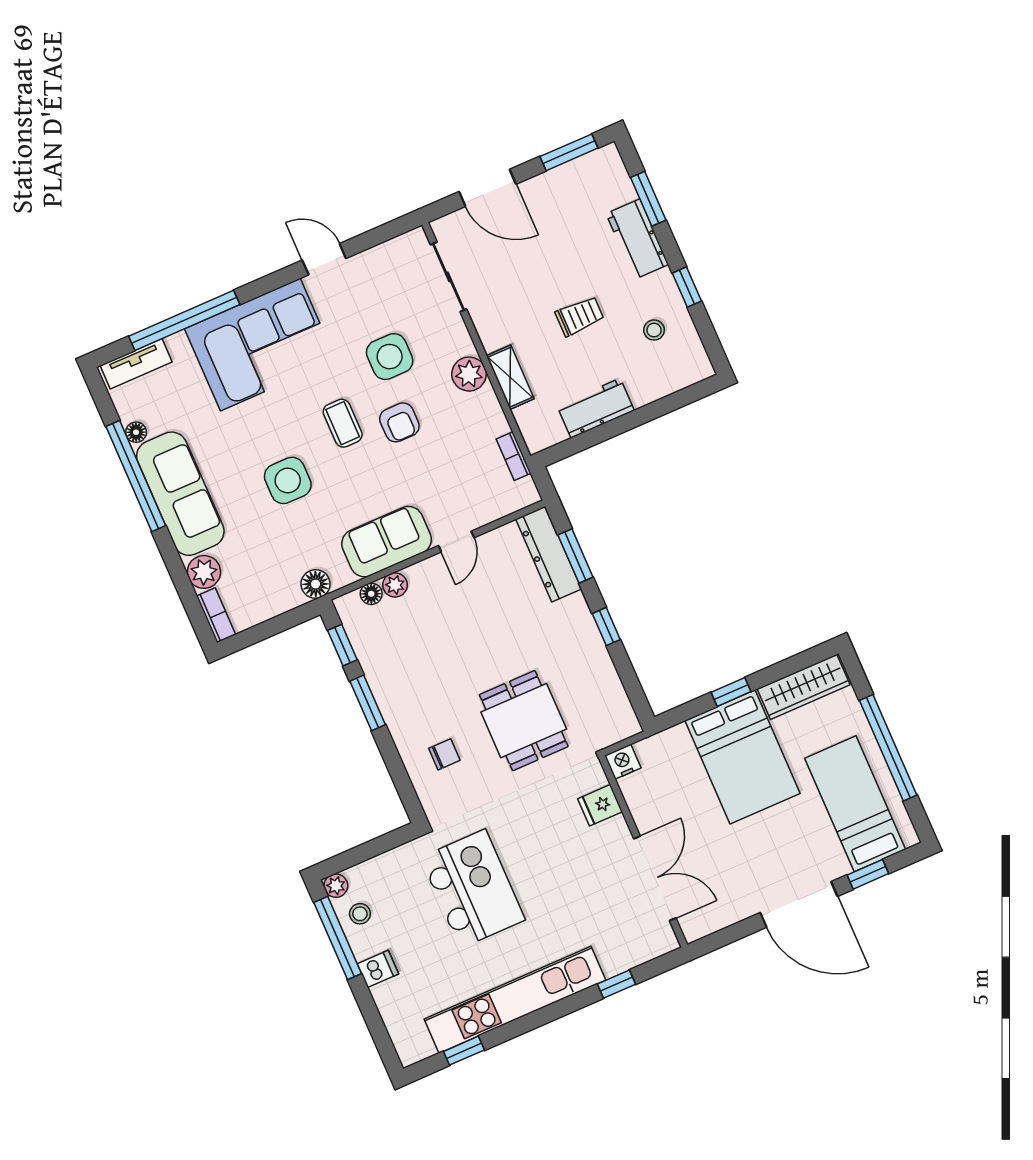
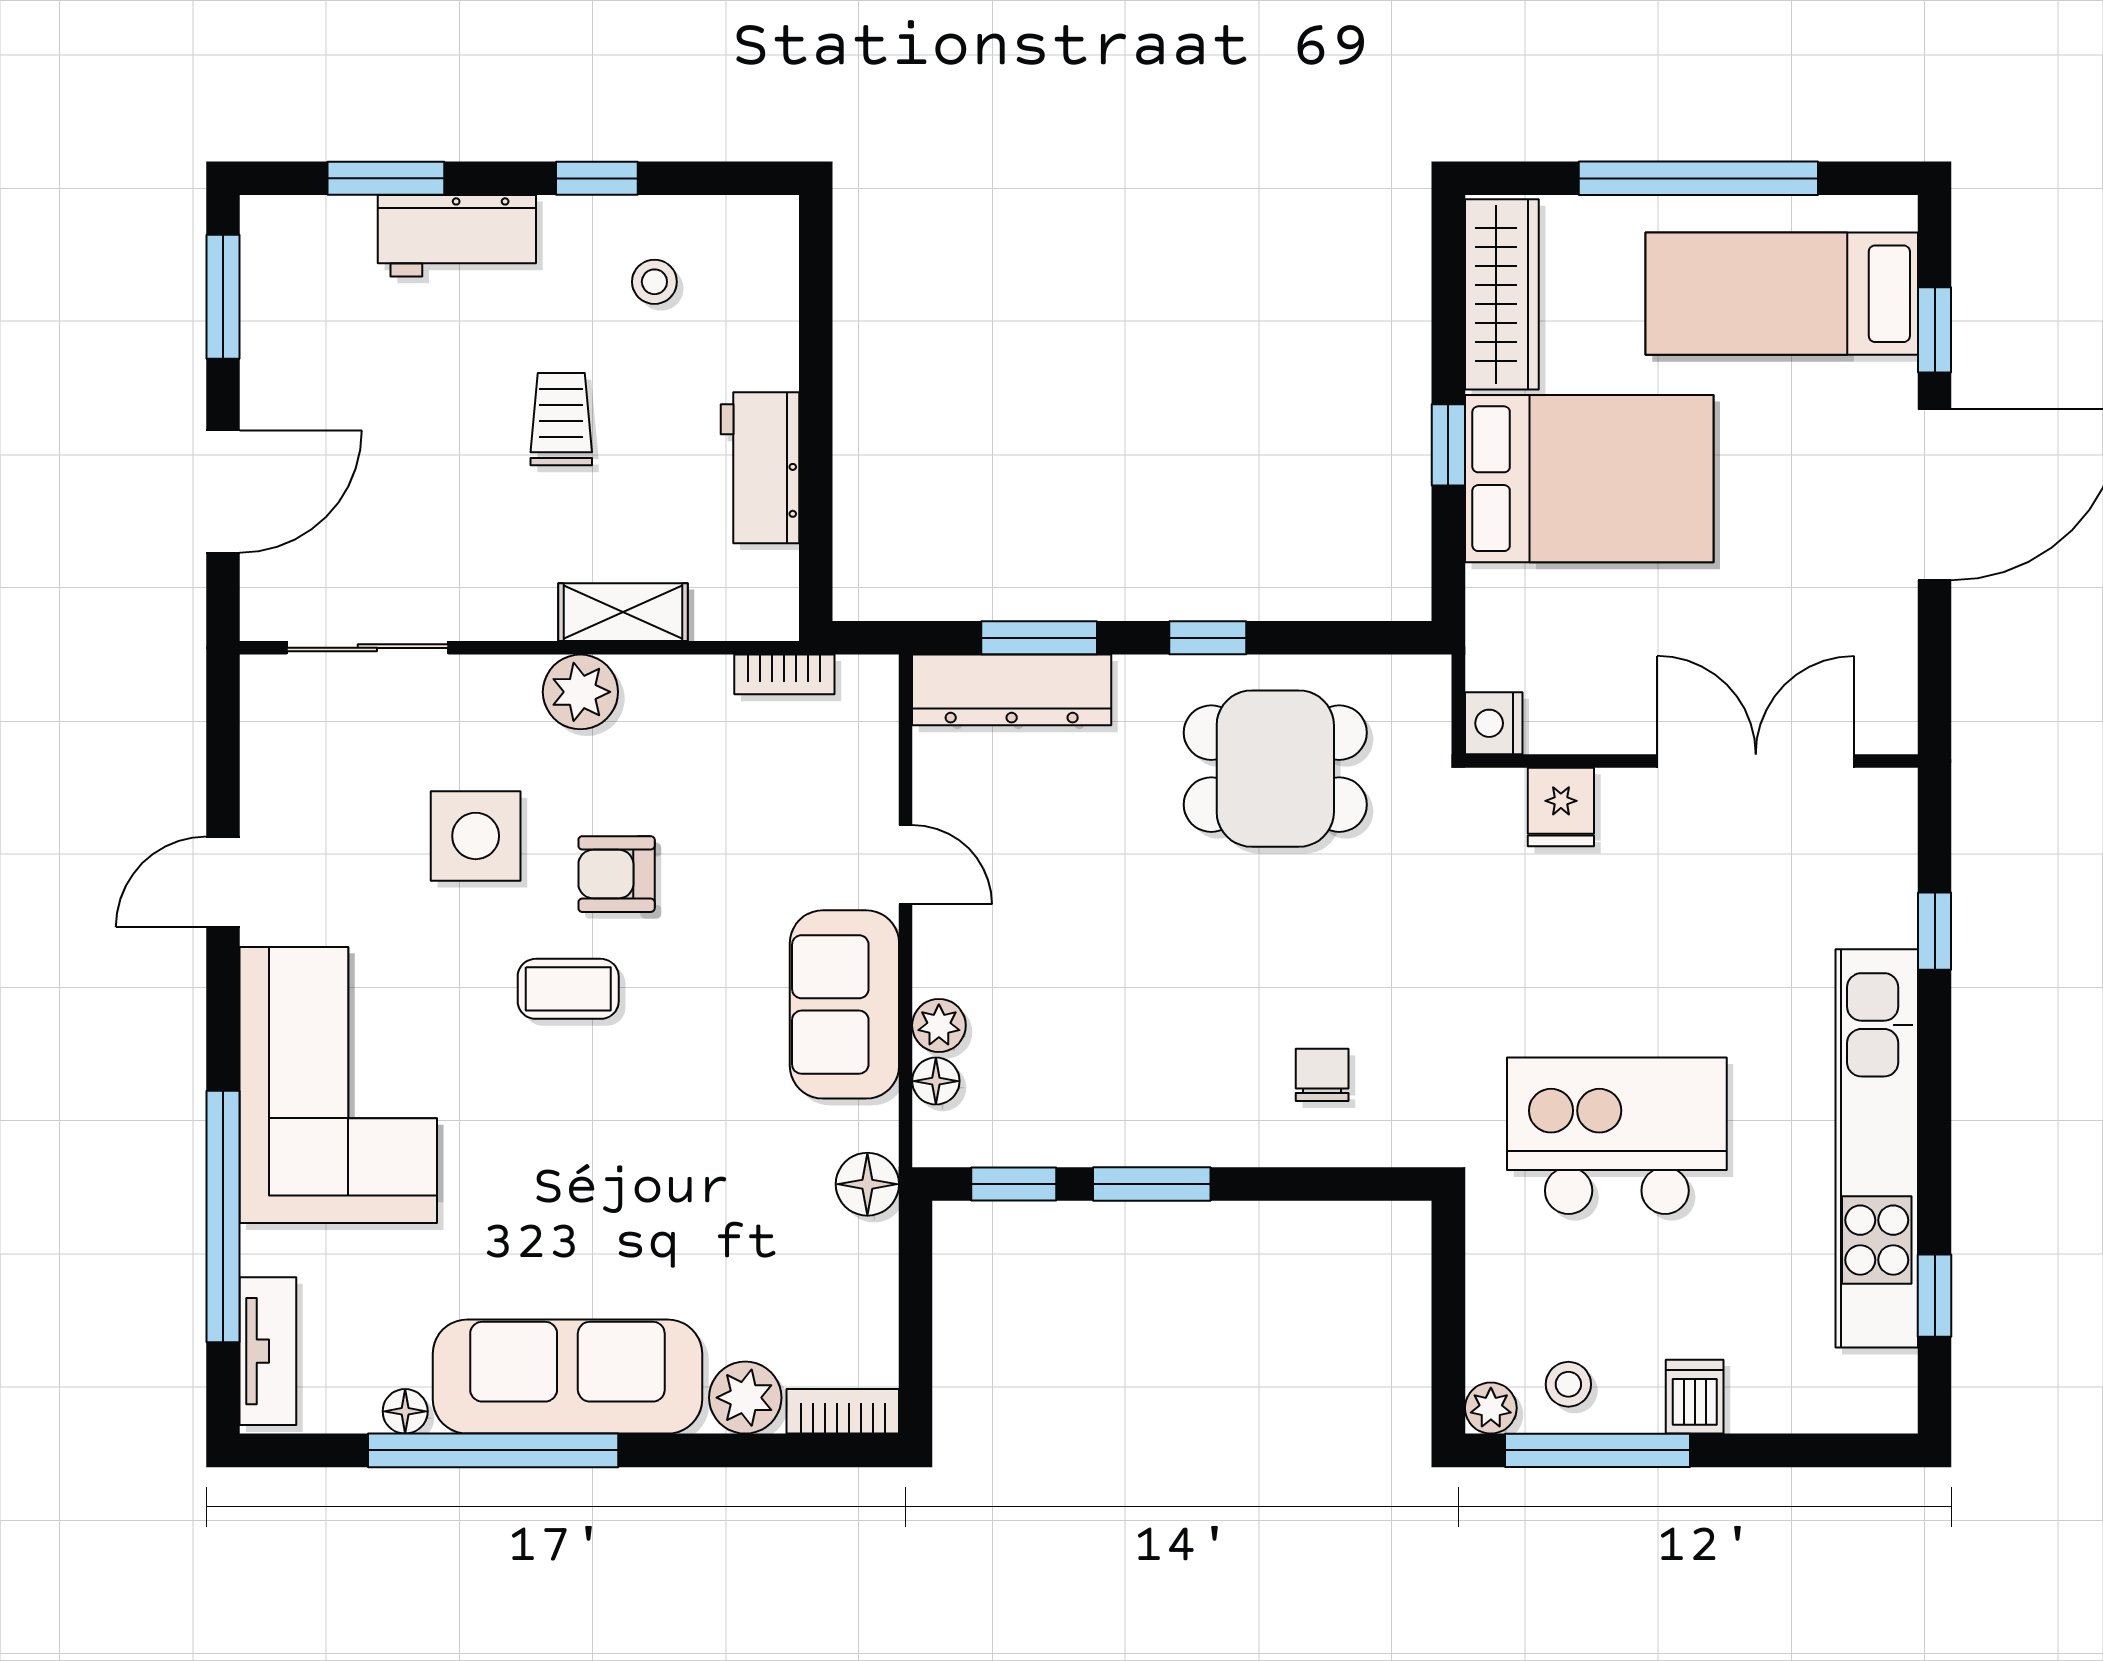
armchair: (399, 422) -> (617, 874), turned 180
side table: (288, 480) -> (635, 1149), removed
dining table: (524, 721) -> (1275, 769), moved

